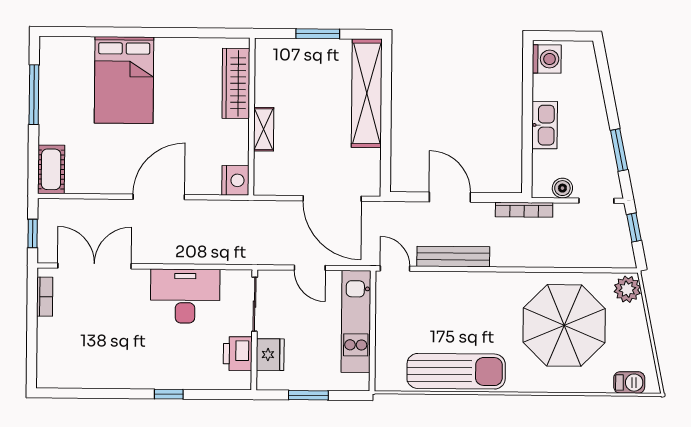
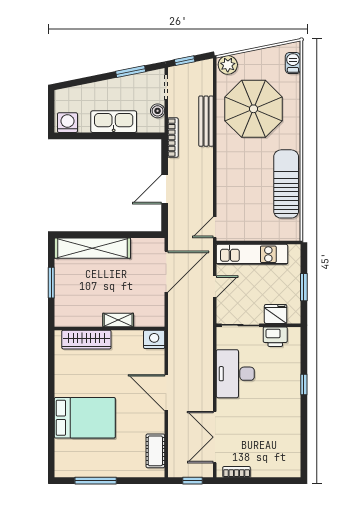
kitchen sink: (545, 125) -> (114, 122), width x1.36, depth x1.24
cot: (51, 169) -> (155, 451), moved, turned 90
bench: (453, 257) -> (206, 121), moved

